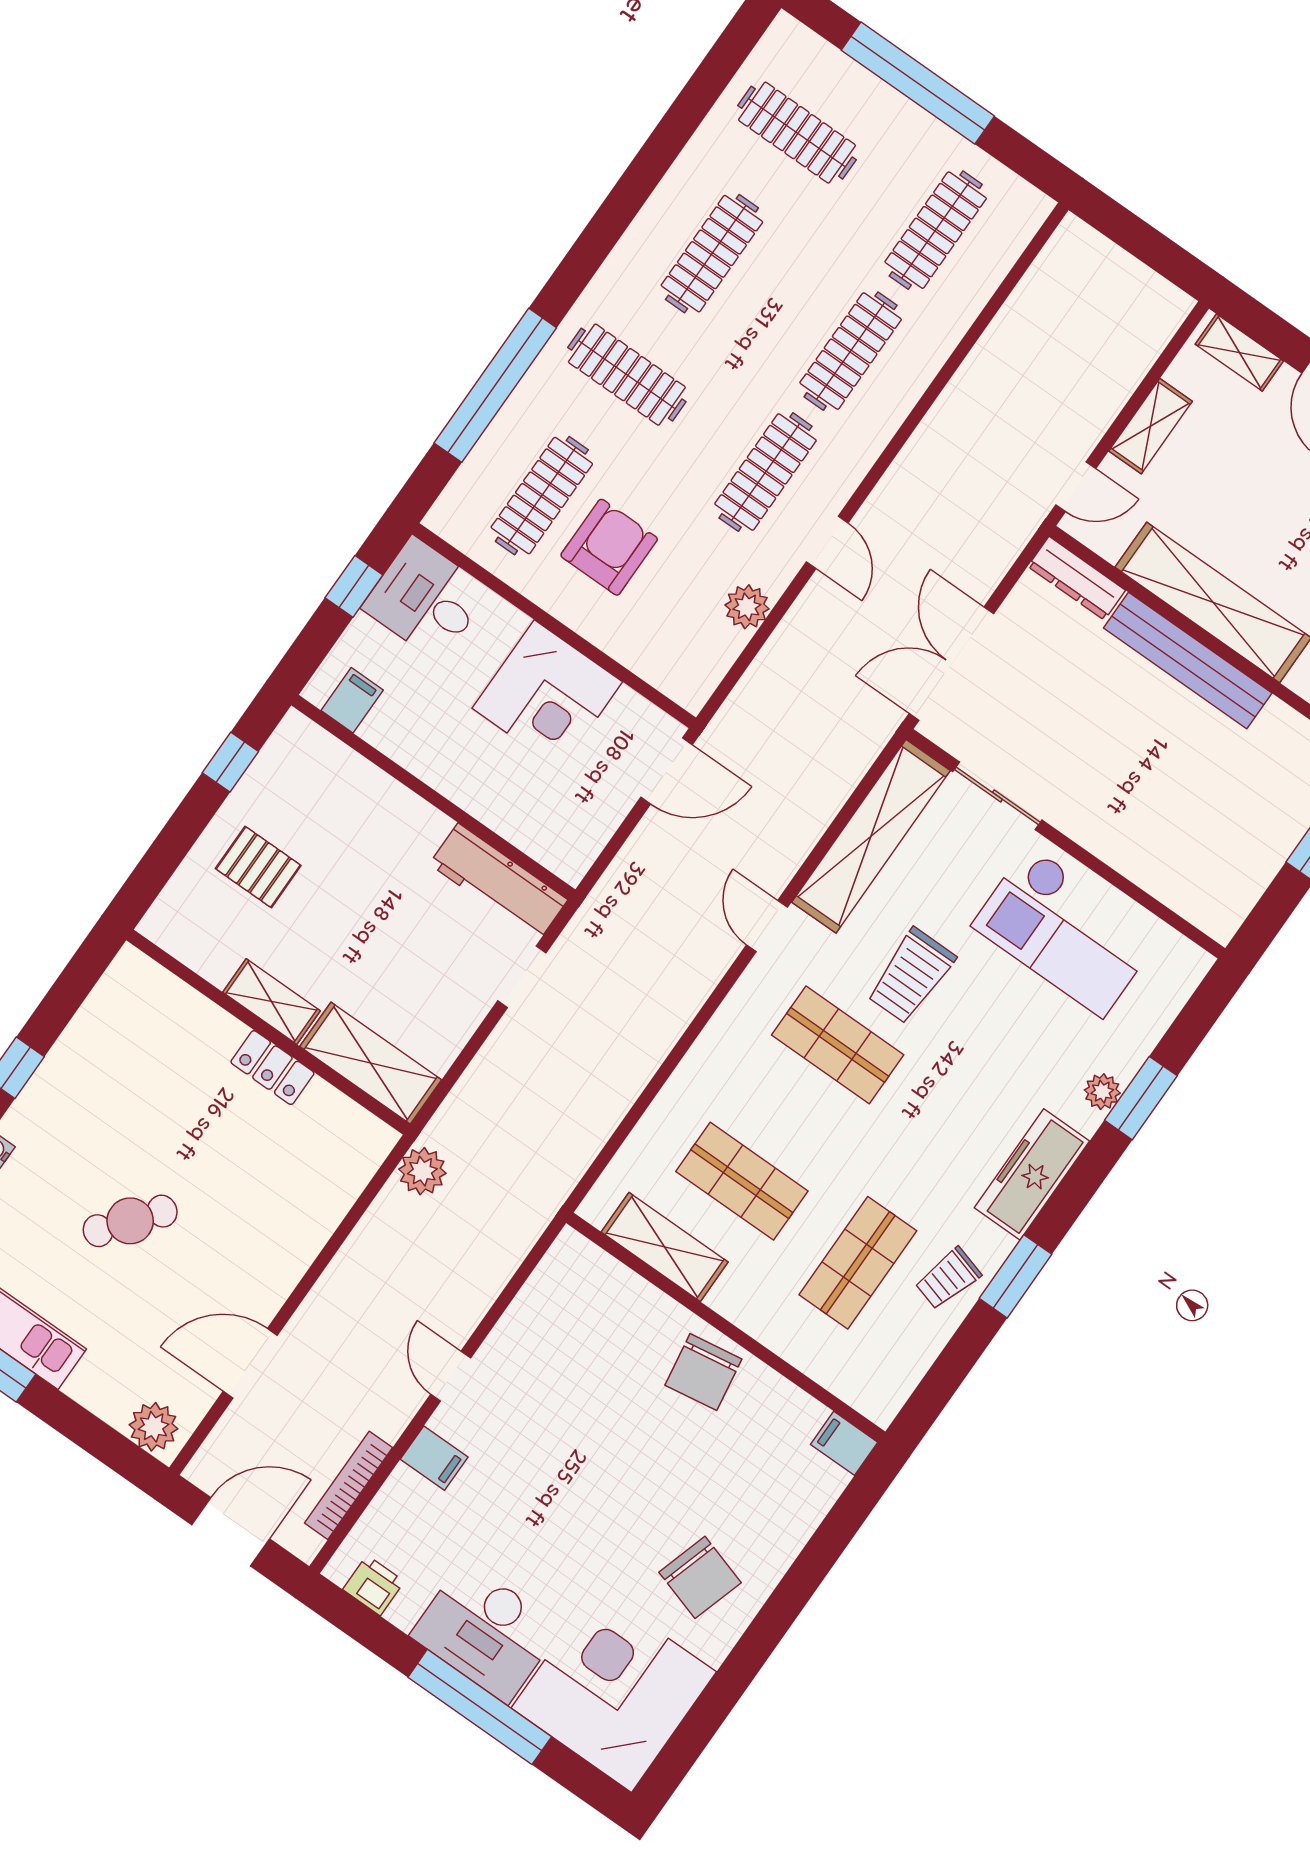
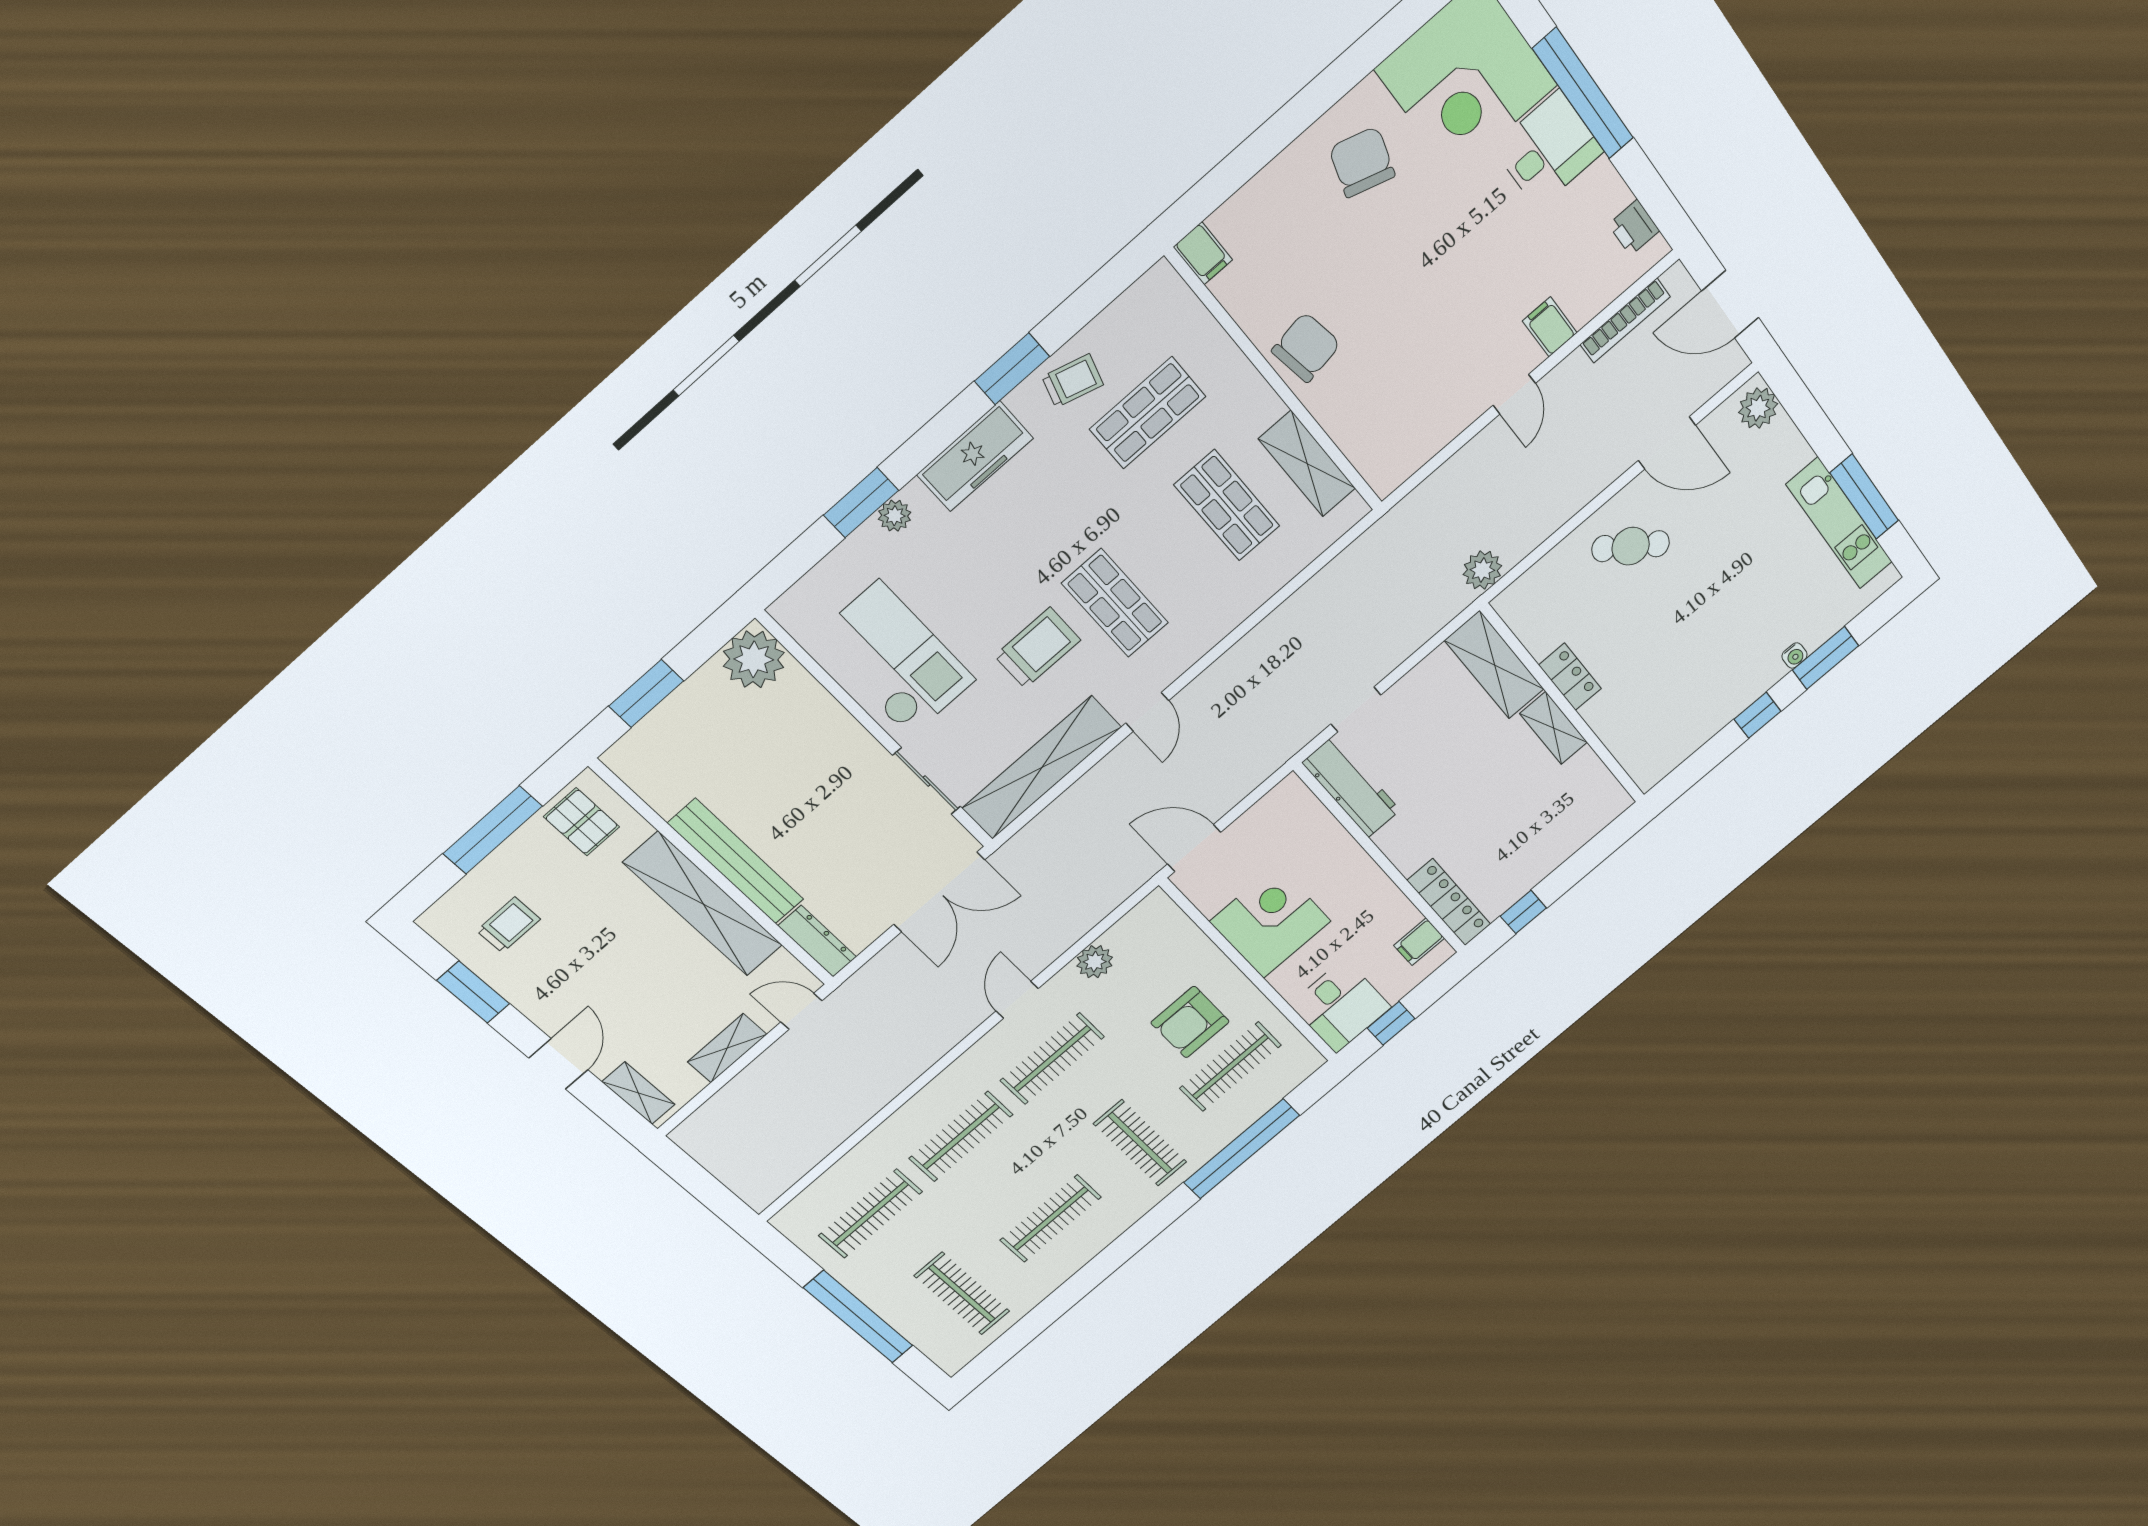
locker: (330, 758) -> (1449, 902), added
pallet: (258, 867) -> (1529, 831), removed
plant: (1217, 901) -> (754, 659), added
cafe table: (130, 1221) -> (1631, 546), moved
desk: (486, 1631) -> (1548, 150), width x0.73

